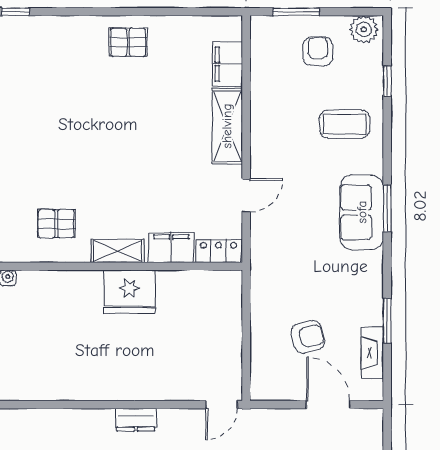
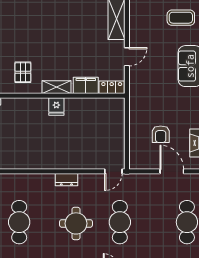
pallet: (56, 224) -> (23, 72), turned 90
fridge: (129, 292) -> (56, 106), width x0.53, depth x0.75
armchair: (308, 337) -> (161, 134), turned 104

